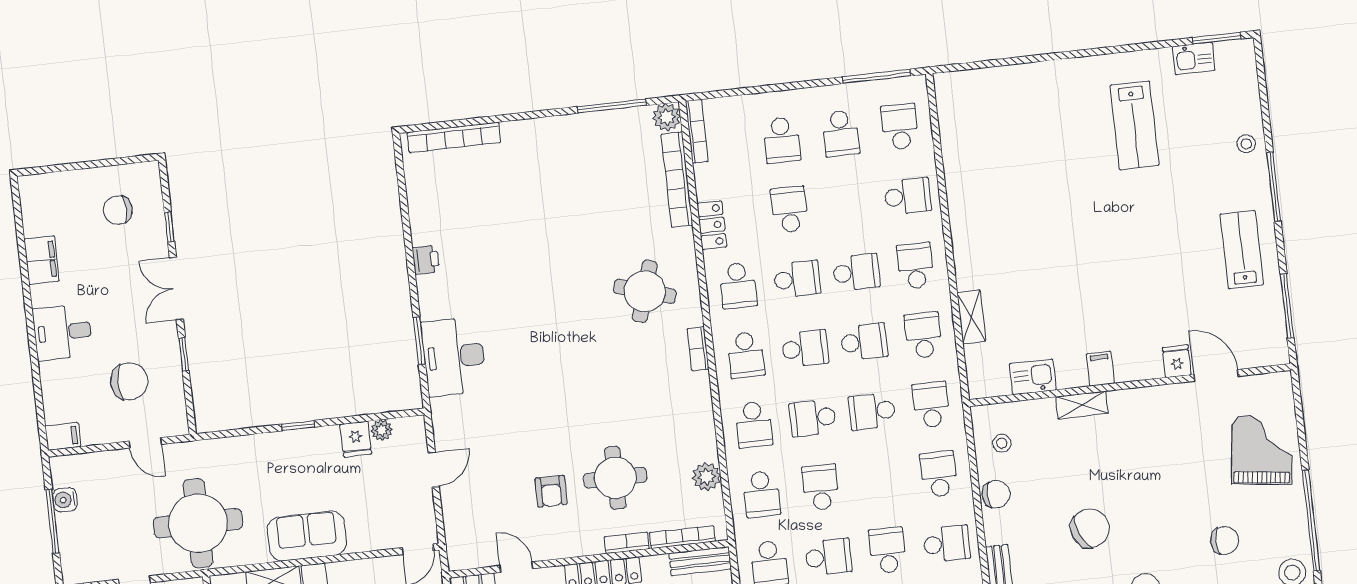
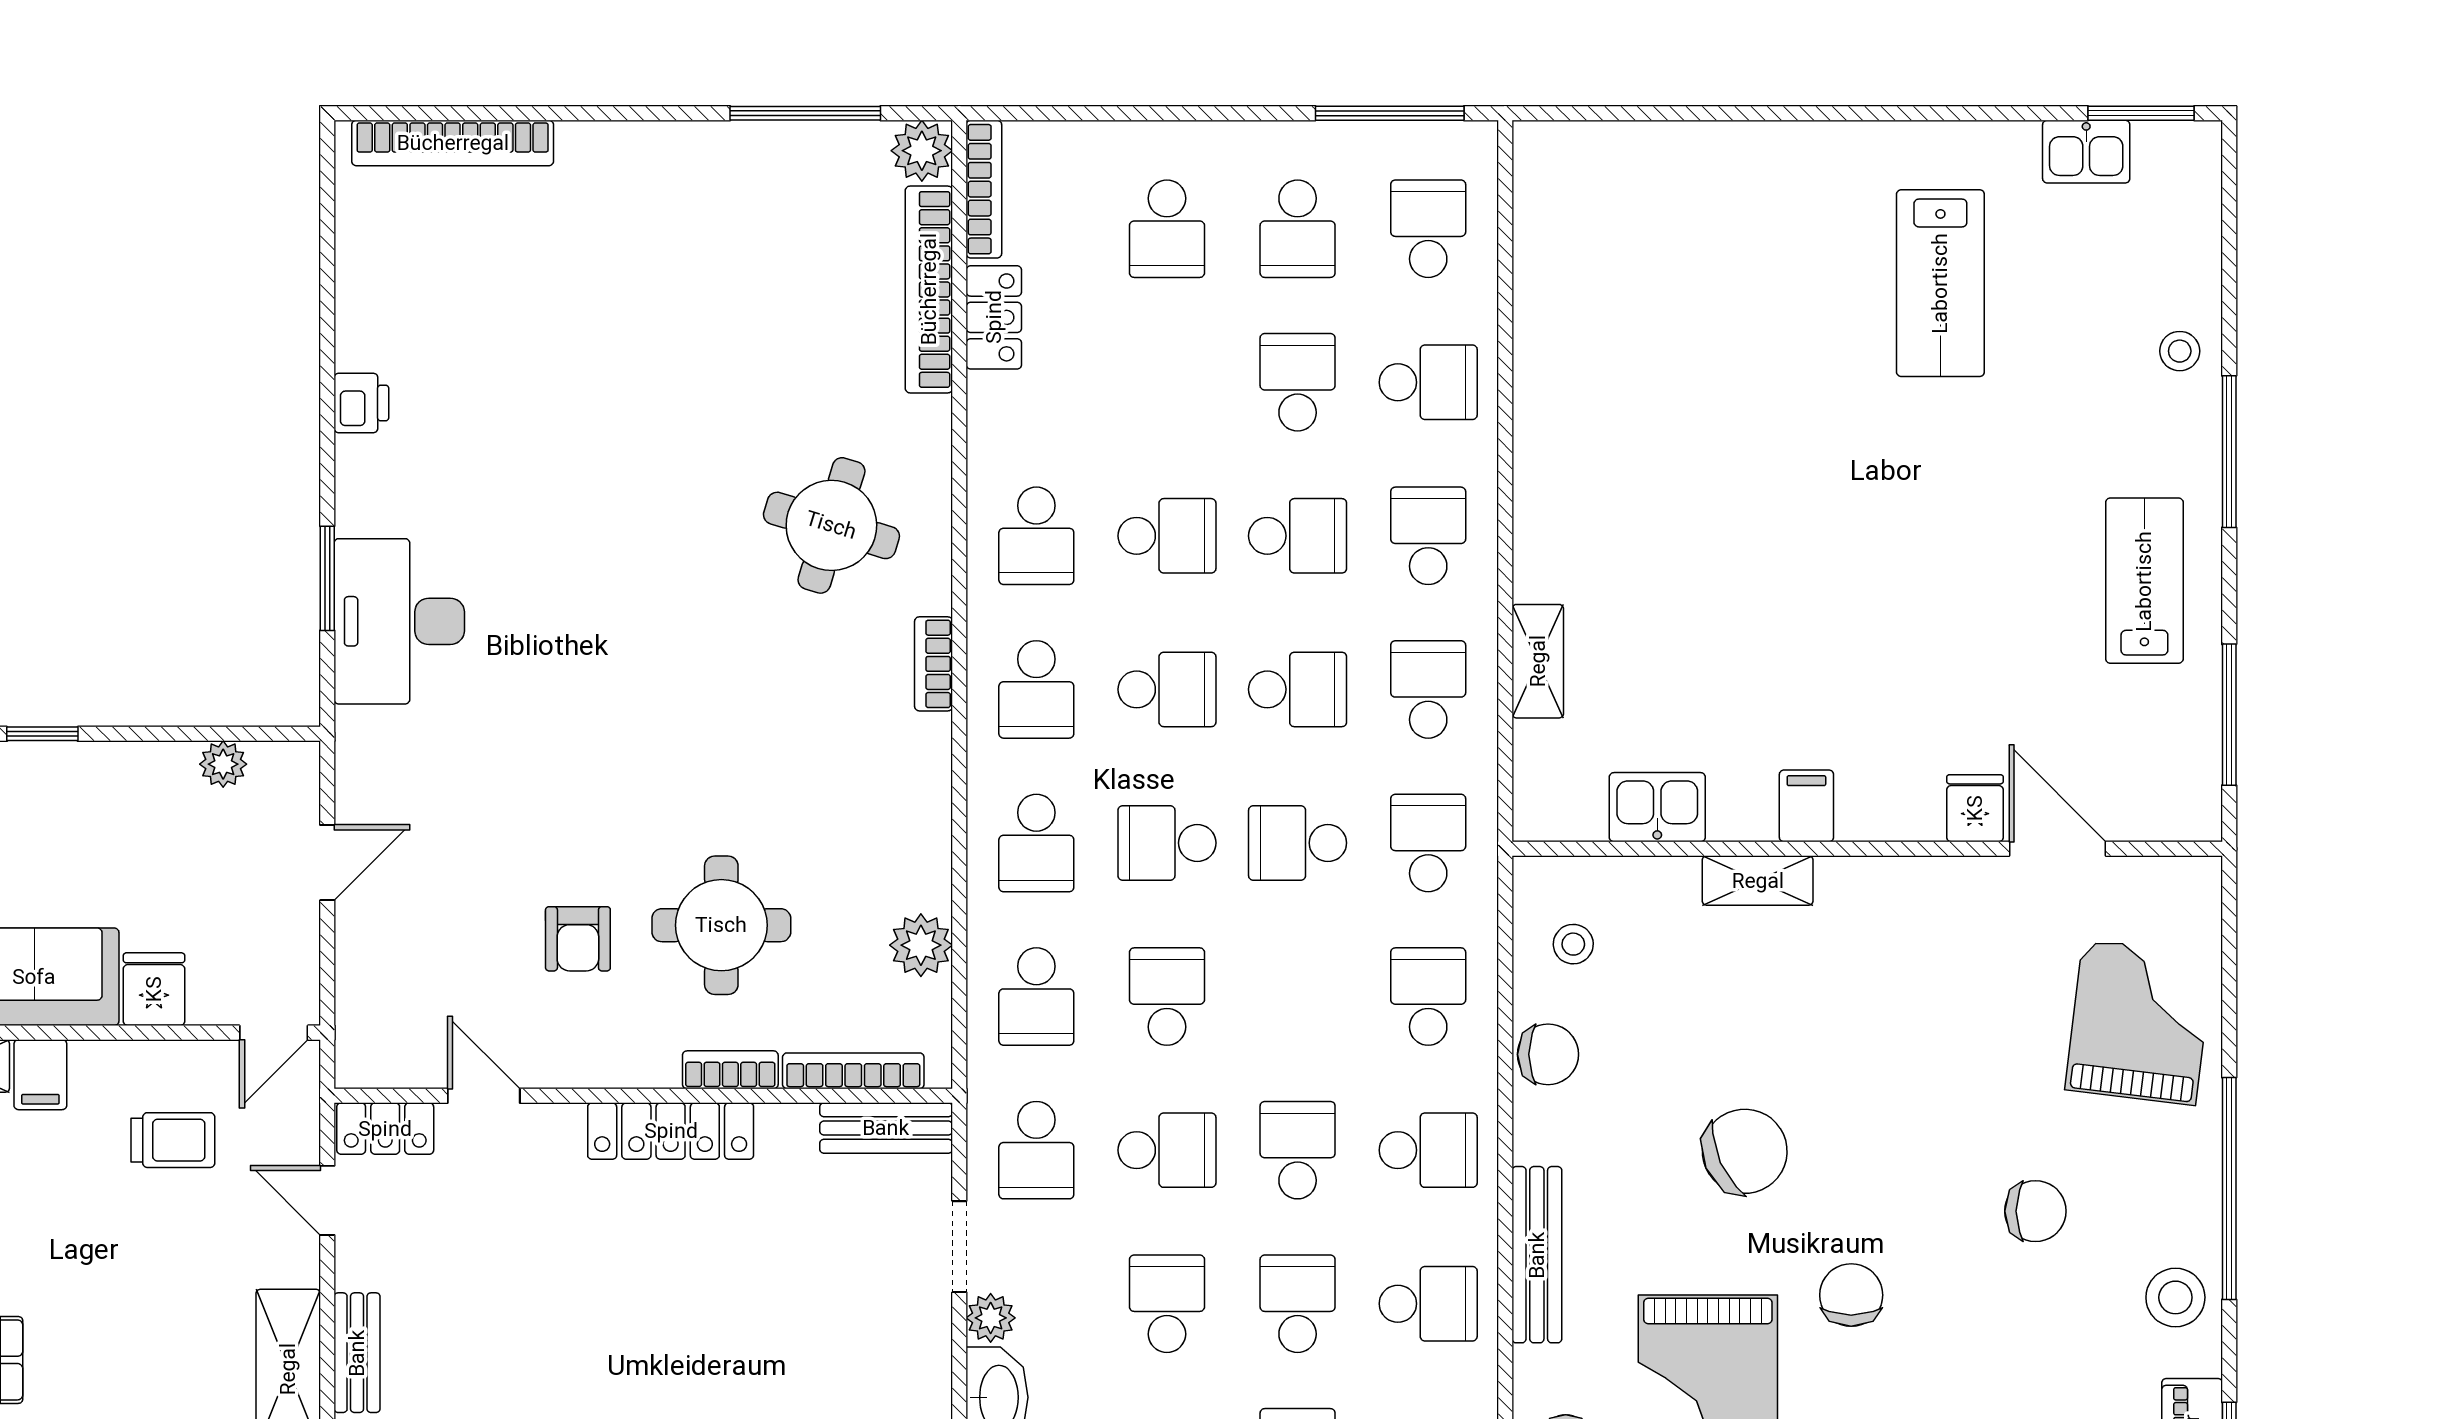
school desk: (789, 209) -> (1298, 382), moved
locker: (712, 225) -> (994, 317), moved
fridge: (356, 439) -> (154, 989), moved, turned 180

